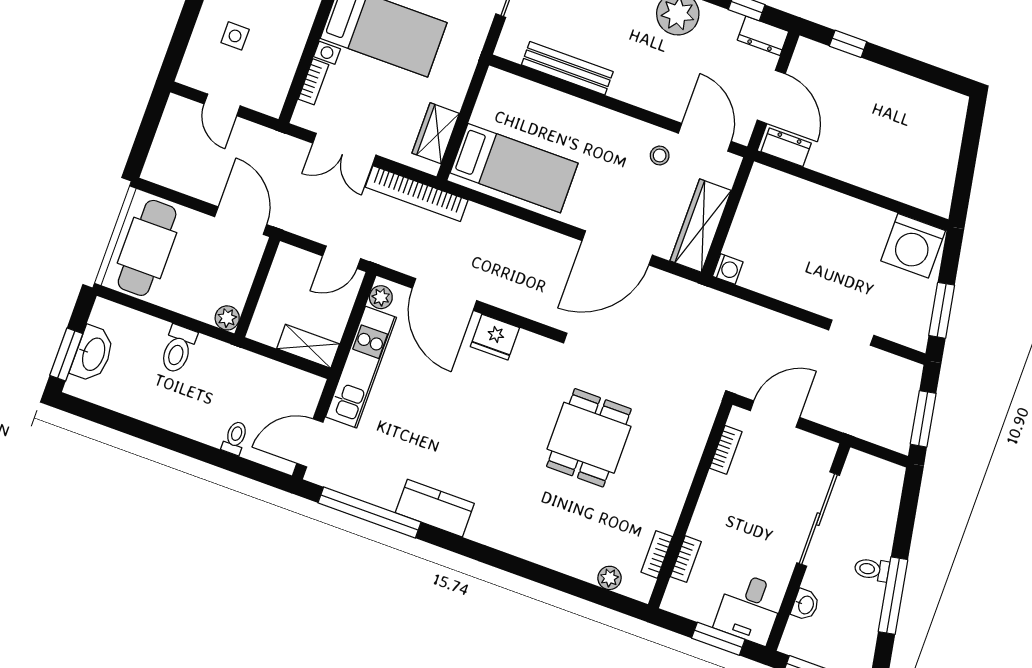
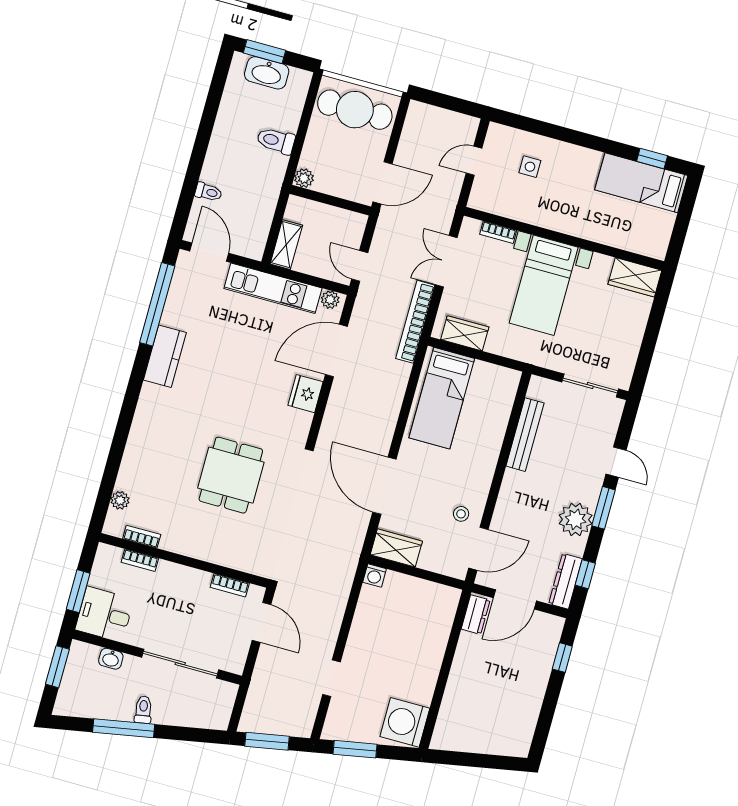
dresser: (763, 36) -> (565, 581), width x1.44
wardrobe: (701, 226) -> (396, 548), width x0.67
dining table: (589, 438) -> (231, 475), turned 90

